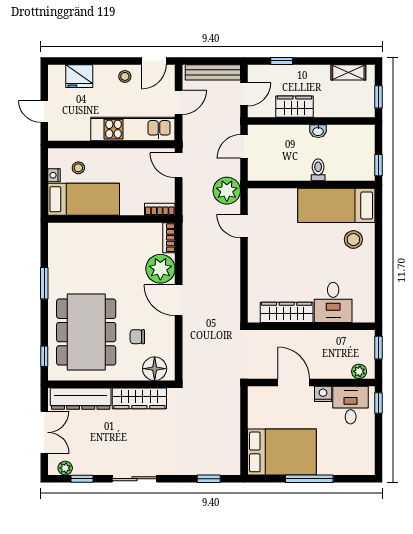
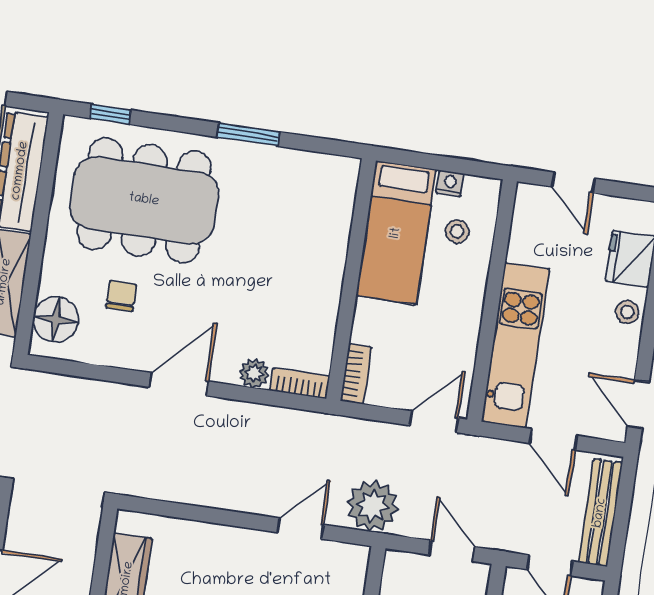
stool: (125, 76) -> (627, 312), moved
door: (44, 111) -> (573, 183), swing flipped
plant: (160, 269) -> (254, 373), width x0.53, depth x0.53

